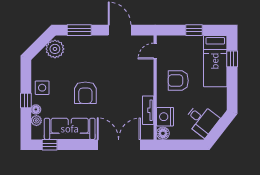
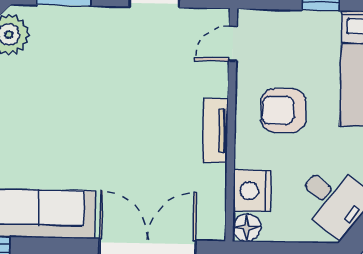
armchair: (85, 93) -> (75, 134), removed
tv unit: (148, 110) -> (215, 131), moved

